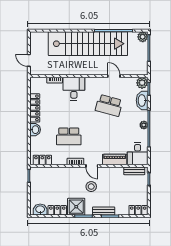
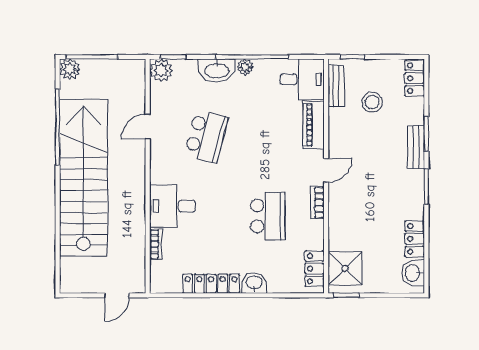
washbasin: (142, 100) -> (217, 70), moved
stool: (91, 187) -> (372, 102), moved
shower: (76, 207) -> (345, 268), moved

